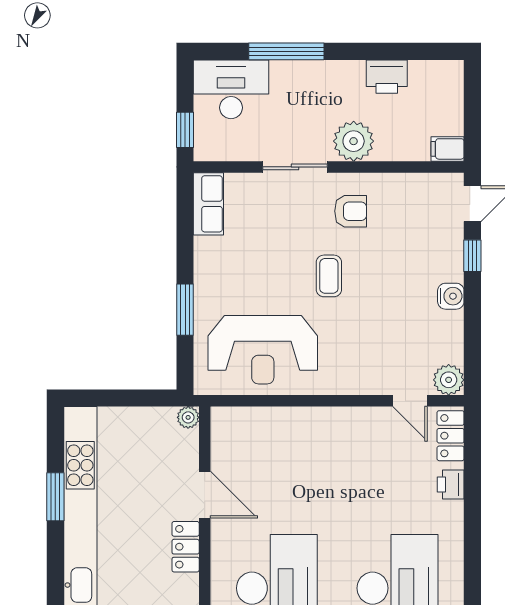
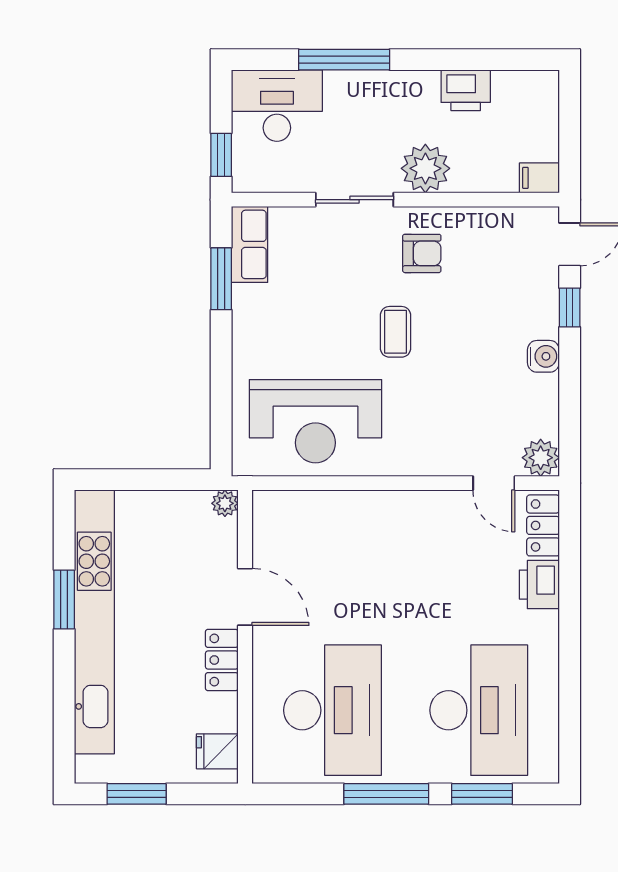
window: (185, 310) -> (221, 279), moved
printer: (451, 484) -> (539, 585), width x1.36, depth x1.24

